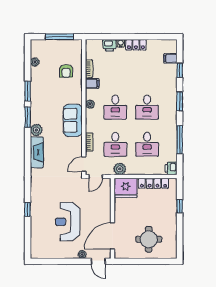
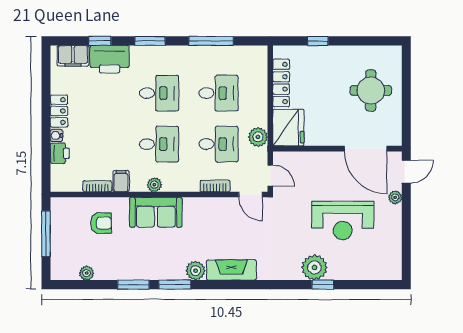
filing cabinet: (170, 58) -> (73, 56), width x2.00
sofa: (73, 120) -> (156, 212), moved
printer: (171, 168) -> (110, 59), moved, width x1.87, depth x1.48
plant: (38, 204) -> (314, 267), added

